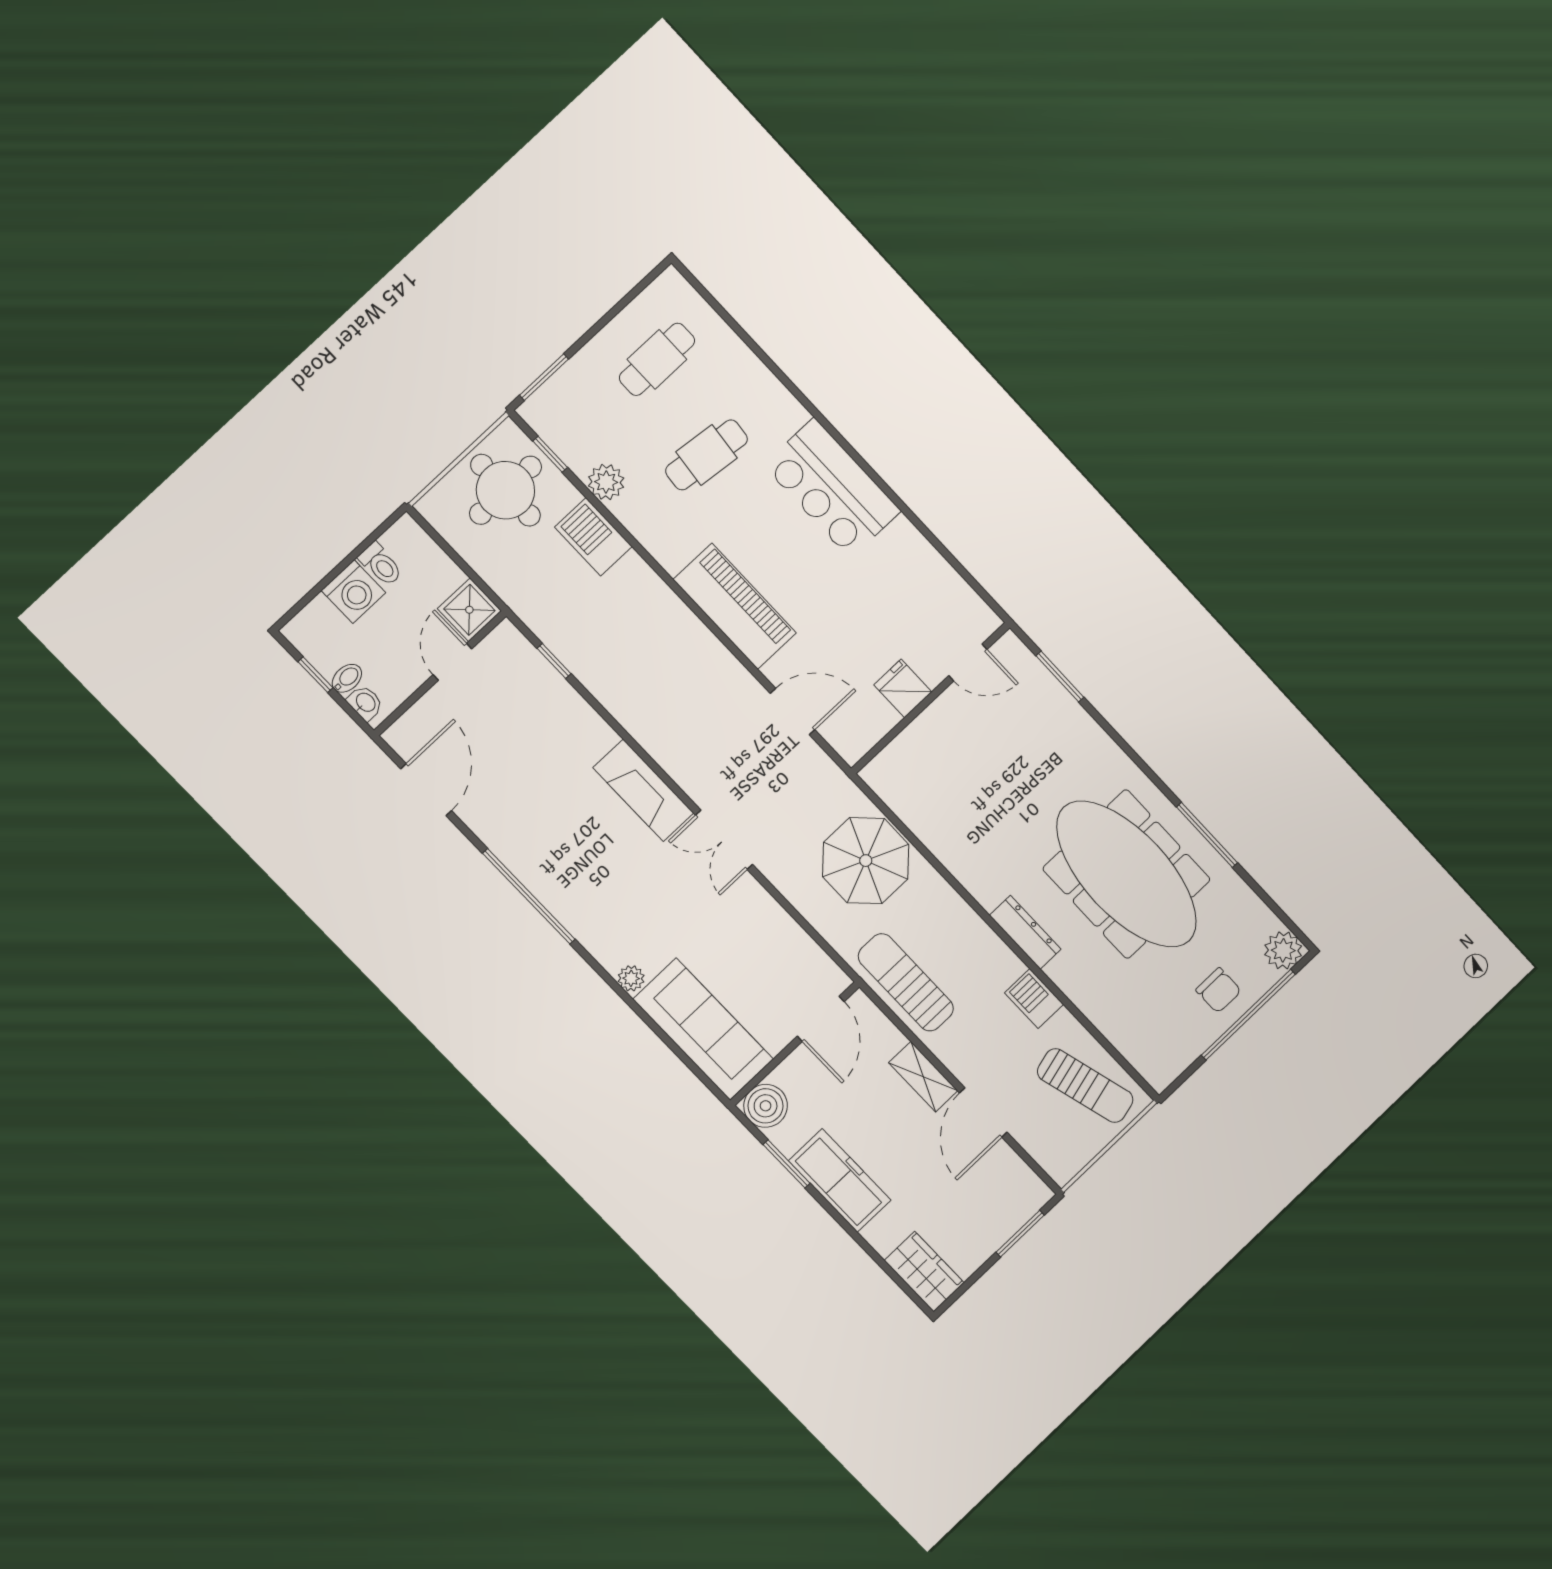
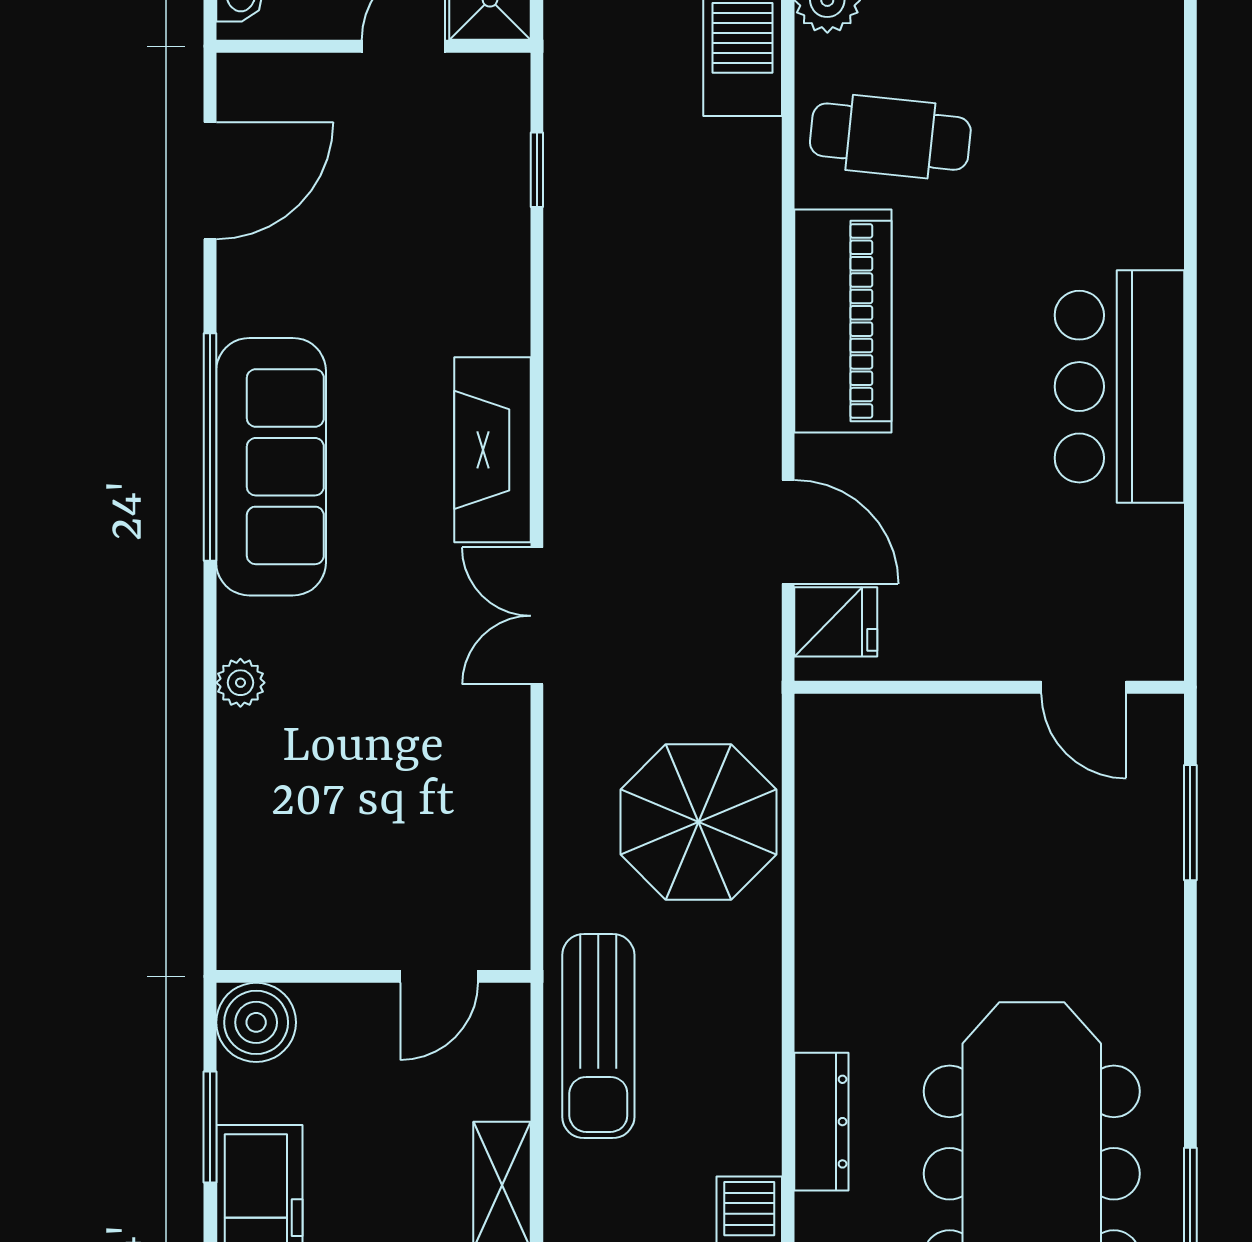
cafe table: (707, 455) -> (890, 137), moved
bar counter: (832, 488) -> (1119, 387), moved
fridge: (903, 688) -> (836, 622), moved, turned 90
sun lounger: (906, 982) -> (598, 1036), turned 180
door: (821, 1019) -> (439, 976), width x0.73
sofa: (703, 1029) -> (271, 467), moved

